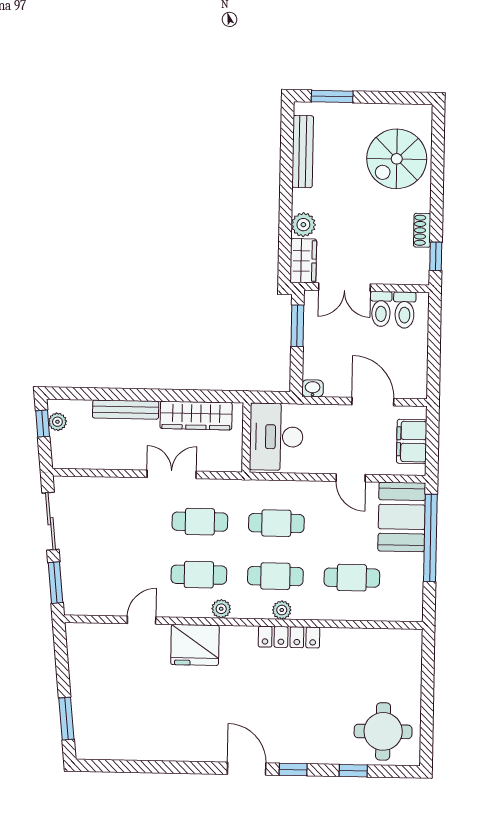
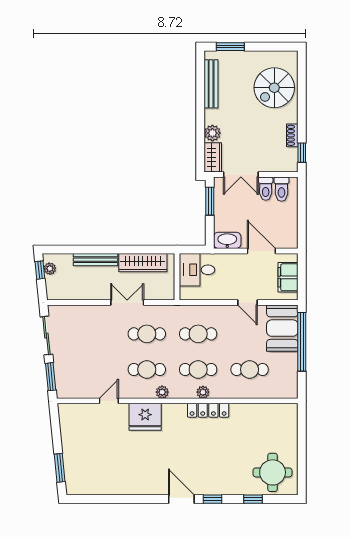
washbasin: (313, 388) -> (227, 240), width x1.91, depth x1.45
desk: (276, 437) -> (197, 270), width x0.73

